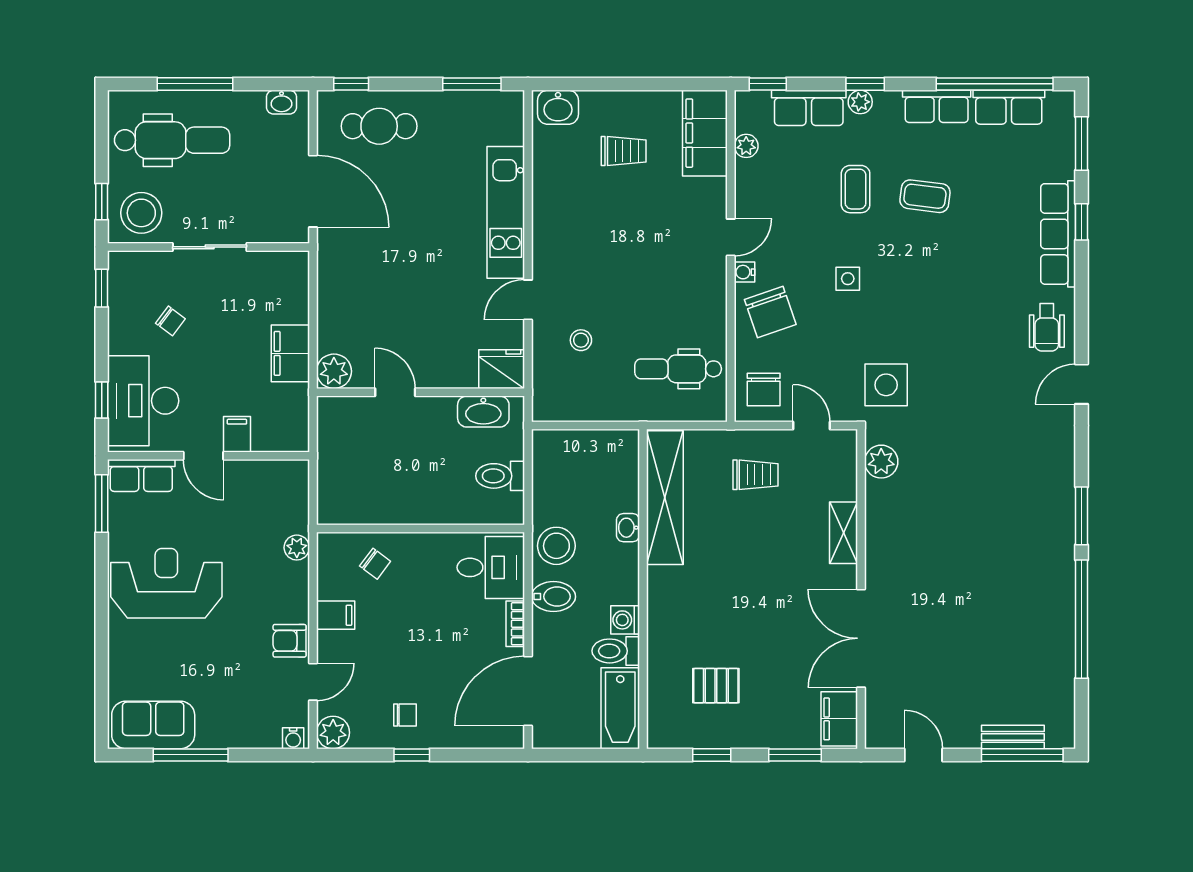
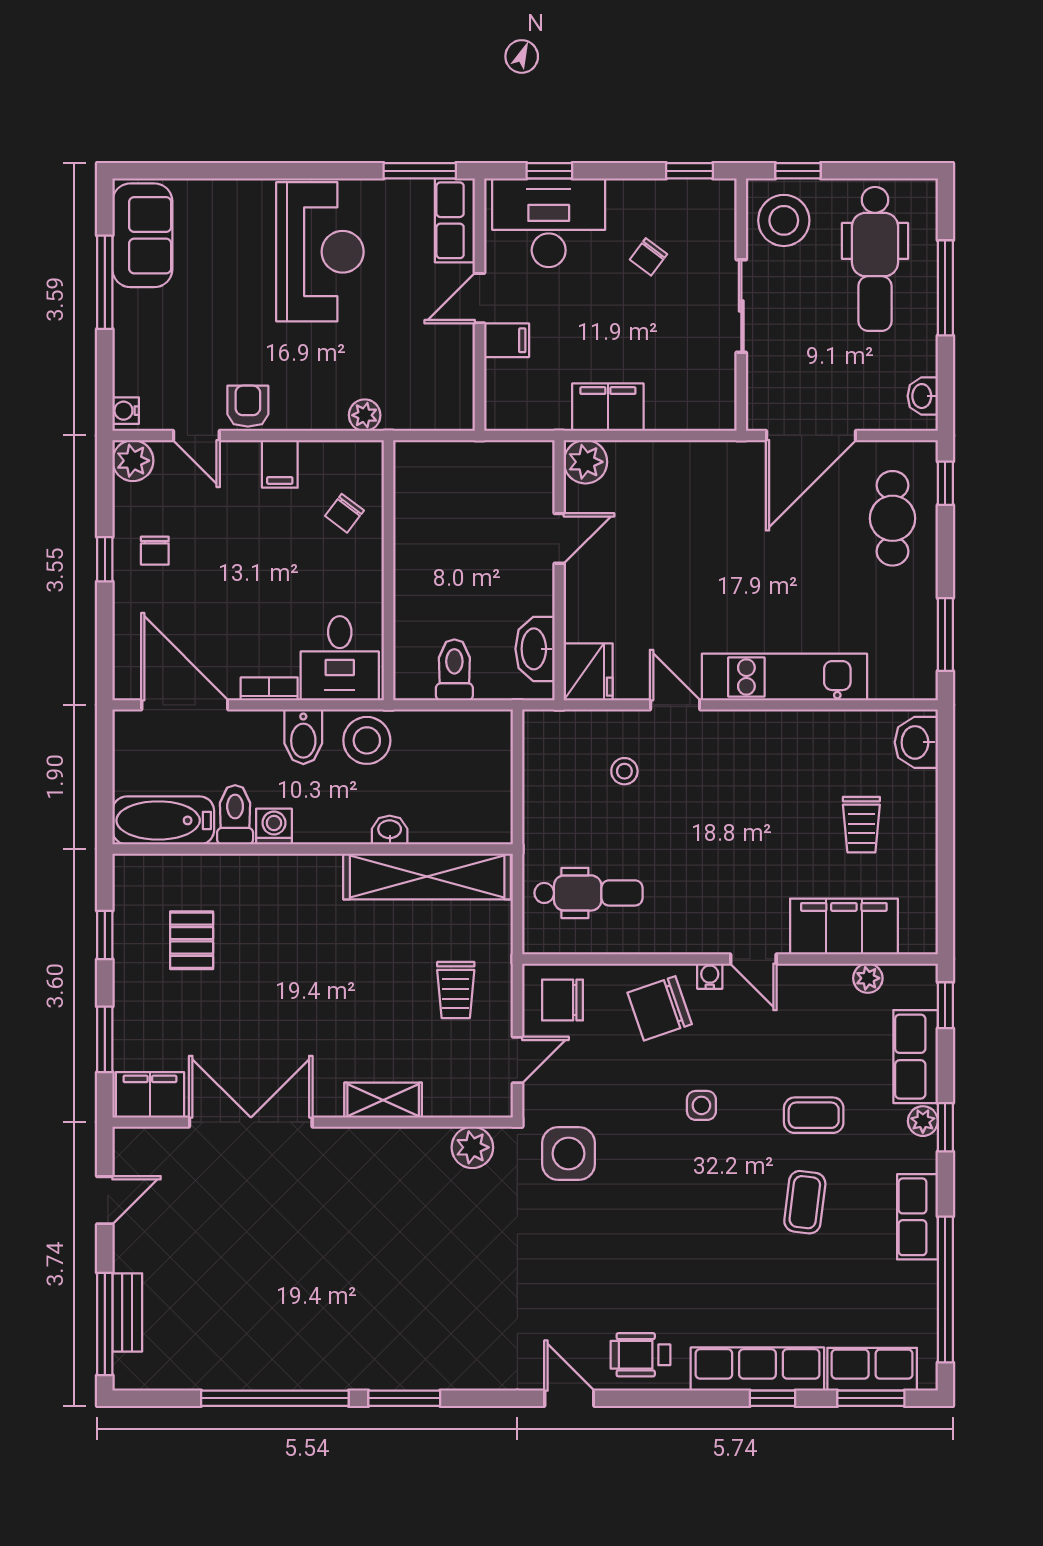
row of seats: (1009, 107) -> (872, 1369), moved, turned 90
filing cabinet: (705, 133) -> (844, 926), moved
dental chair: (678, 369) -> (588, 893), turned 90

